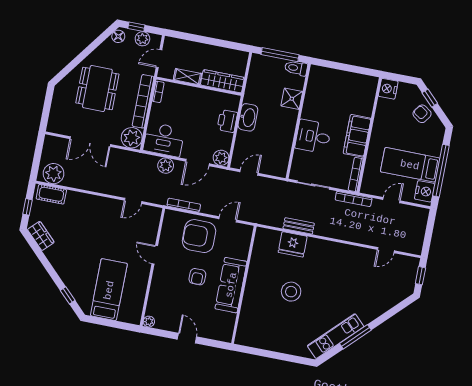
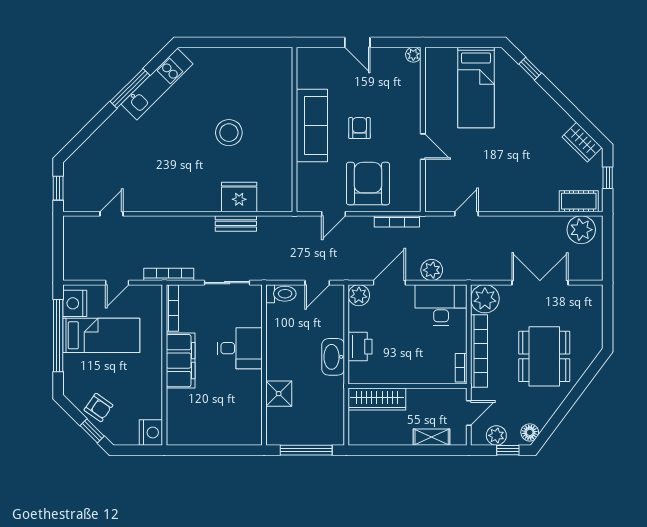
toilet: (296, 68) -> (281, 294), moved
shelving: (188, 77) -> (432, 437), moved
armchair: (199, 236) -> (368, 184), turned -90

